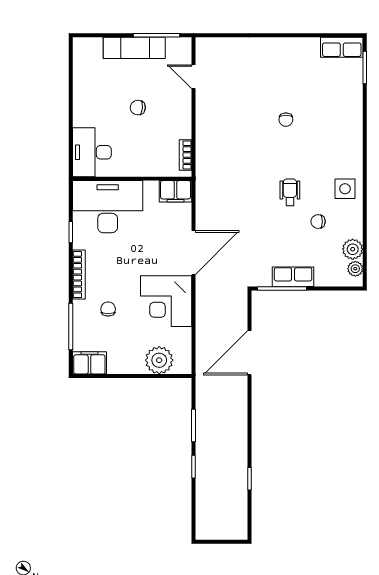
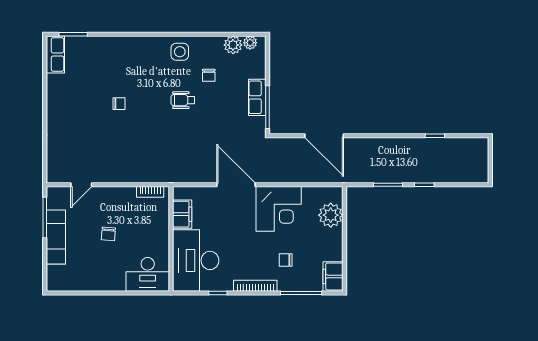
filing cabinet: (176, 191) -> (182, 214), moved

